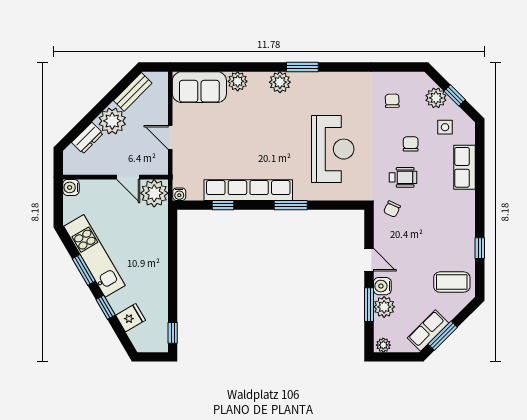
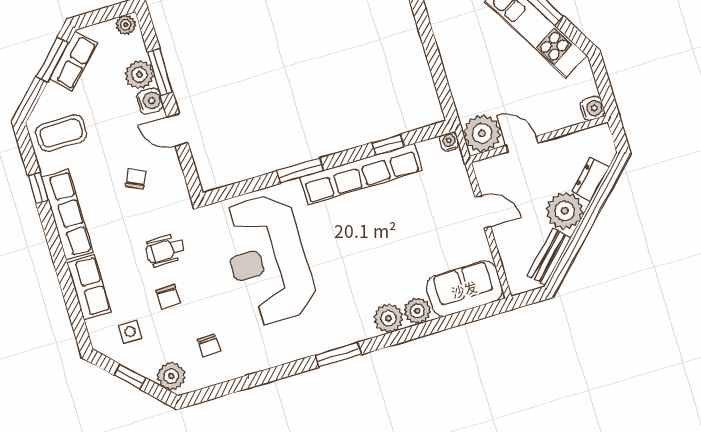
plant: (280, 82) -> (388, 318), moved
plant: (436, 98) -> (171, 376), moved
reception desk: (333, 149) -> (267, 260), width x1.36, depth x1.30
chair: (392, 209) -> (136, 179), moved
row of seats: (465, 223) -> (67, 215), added

